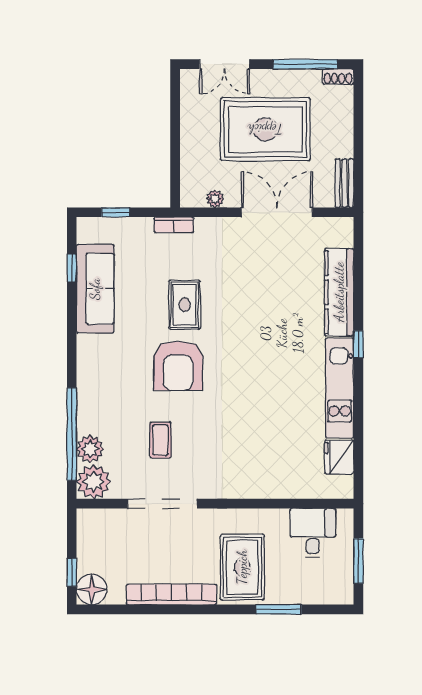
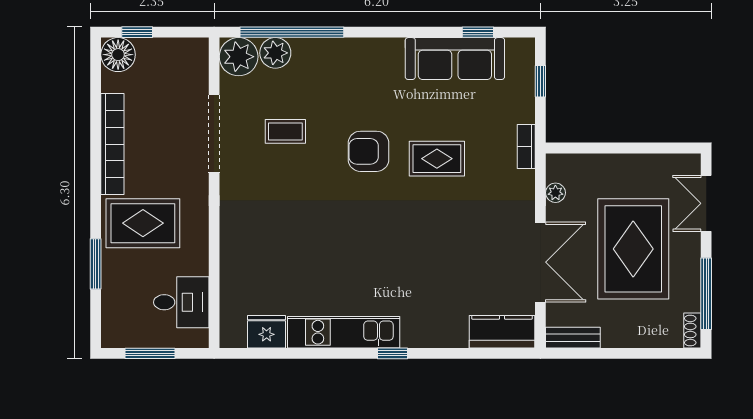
kitchen counter: (339, 292) -> (502, 332), moved, width x0.67
armchair: (178, 366) -> (368, 151), width x0.73, depth x0.73

